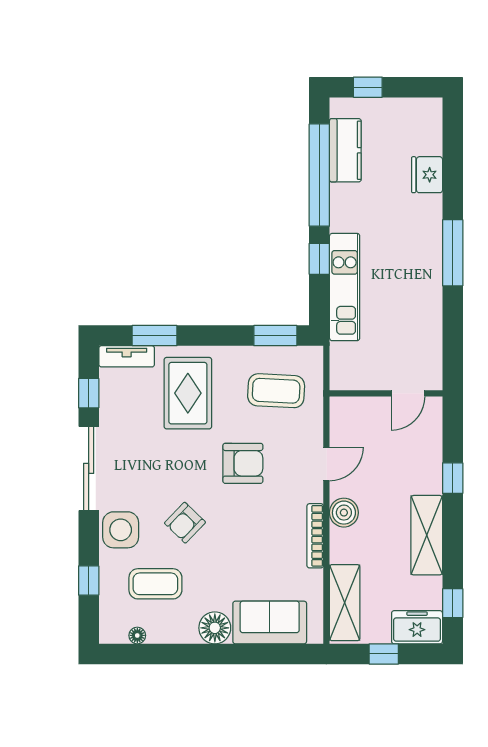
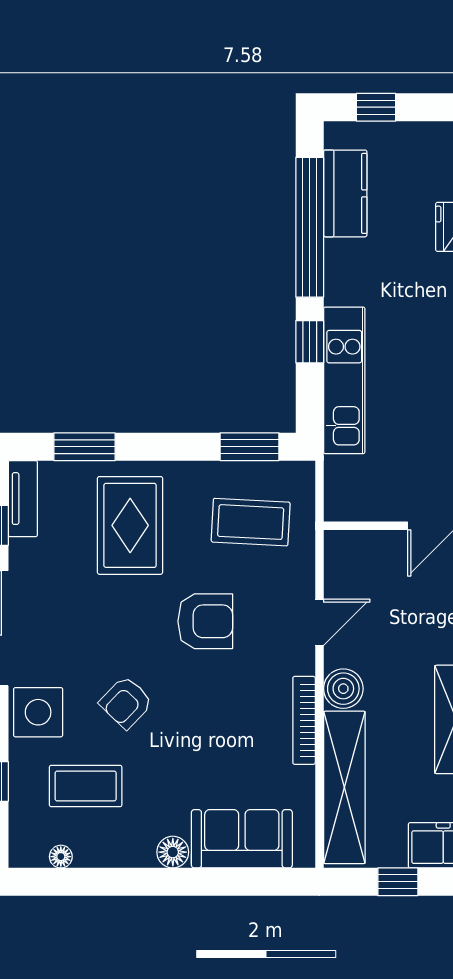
tv unit: (127, 356) -> (23, 499), moved, turned -90
shelving: (345, 603) -> (344, 787), width x1.47
floor lamp: (215, 628) -> (173, 852), width x0.73, depth x0.73

